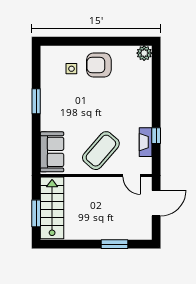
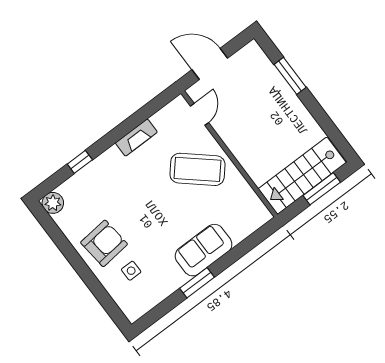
armchair: (99, 65) -> (104, 243), turned -96
window: (156, 136) -> (80, 162), moved
fireplace: (146, 142) -> (136, 138), moved
sofa: (52, 152) -> (204, 250), moved

